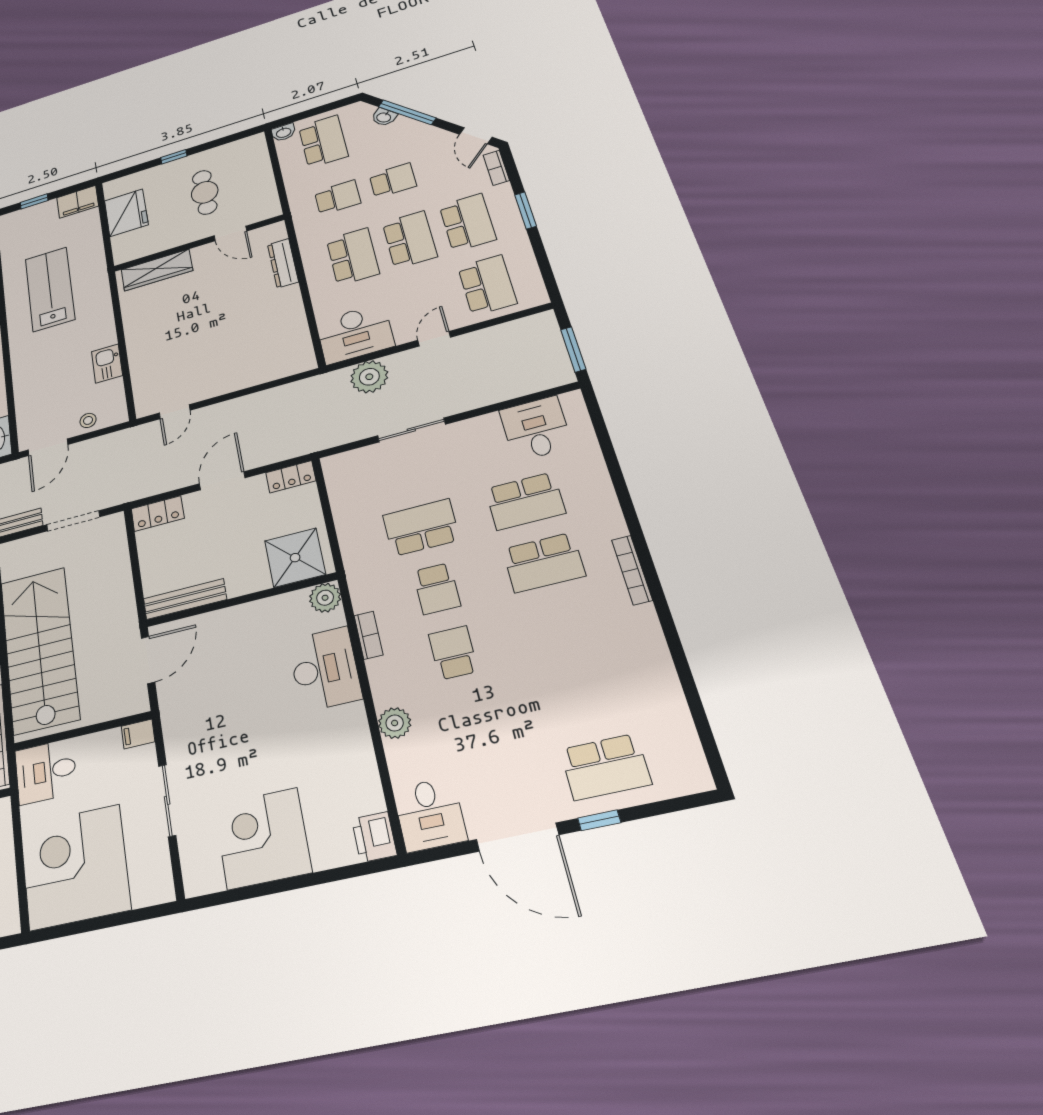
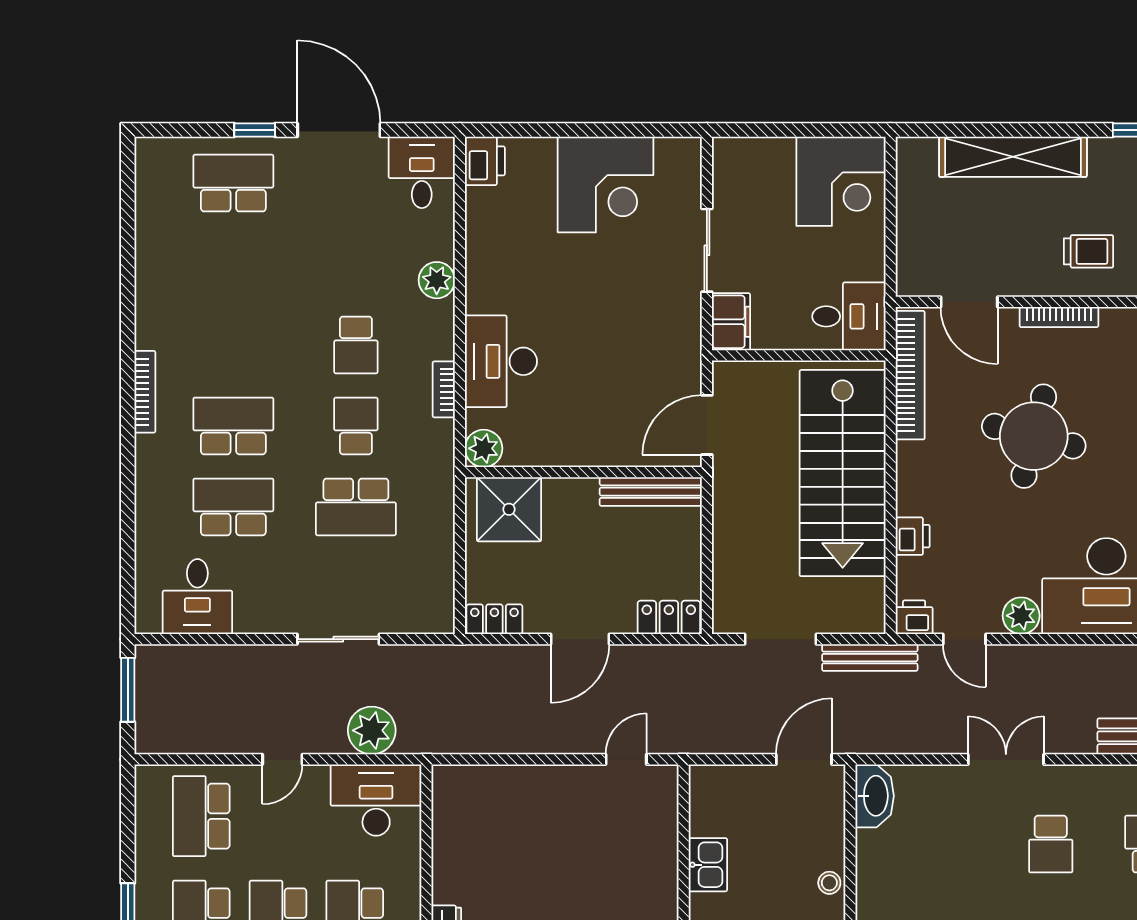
stool: (88, 420) -> (829, 883), moved
filing cabinet: (138, 734) -> (731, 322), width x2.00
corner desk: (75, 867) -> (841, 181), width x0.74, depth x0.74

